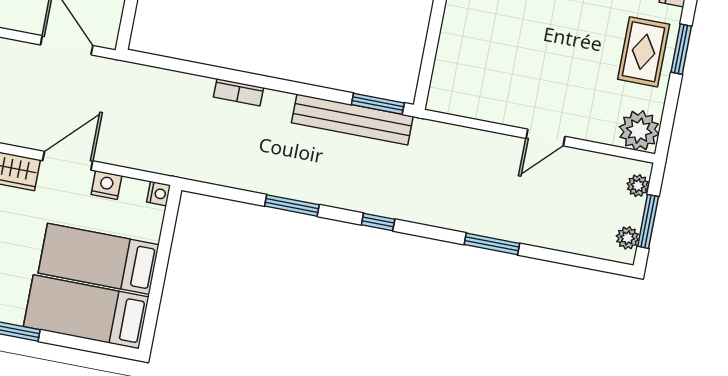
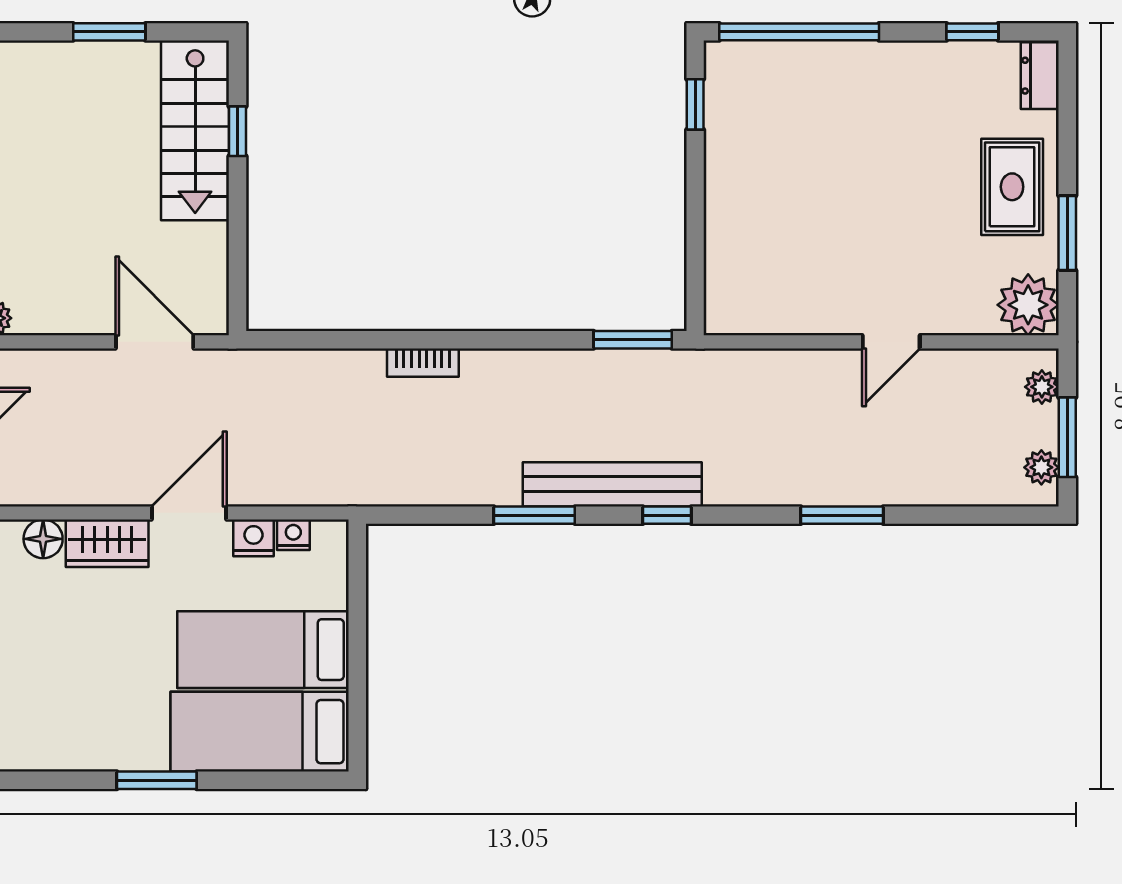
window: (681, 49) -> (1067, 233), moved
bench: (352, 120) -> (612, 484), moved
nightstand: (159, 194) -> (293, 535), moved, turned -90

